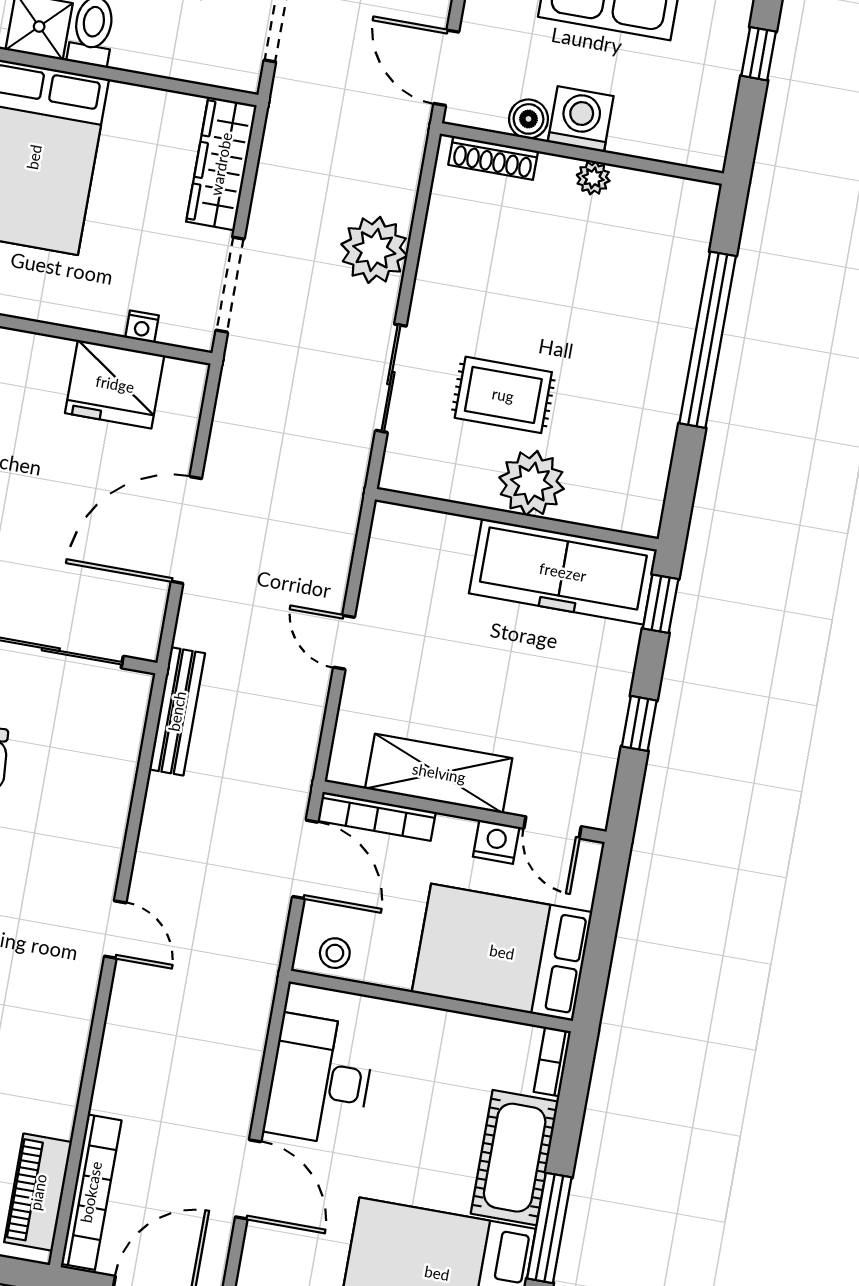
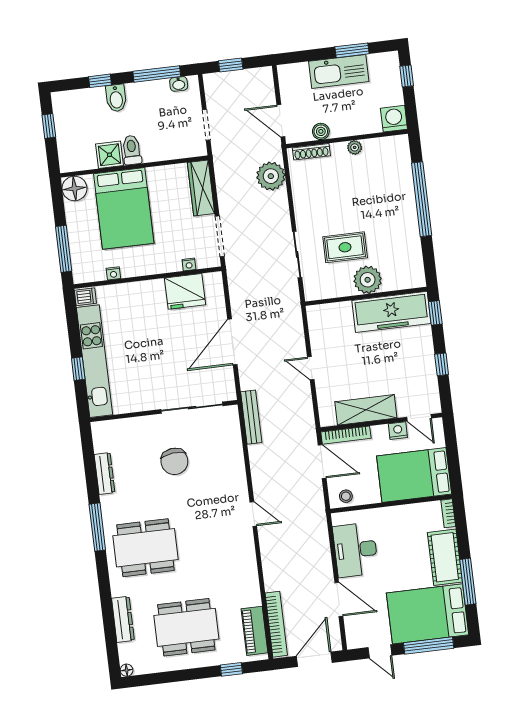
washing machine: (581, 119) -> (394, 119), moved
plant: (374, 250) -> (271, 176), moved

